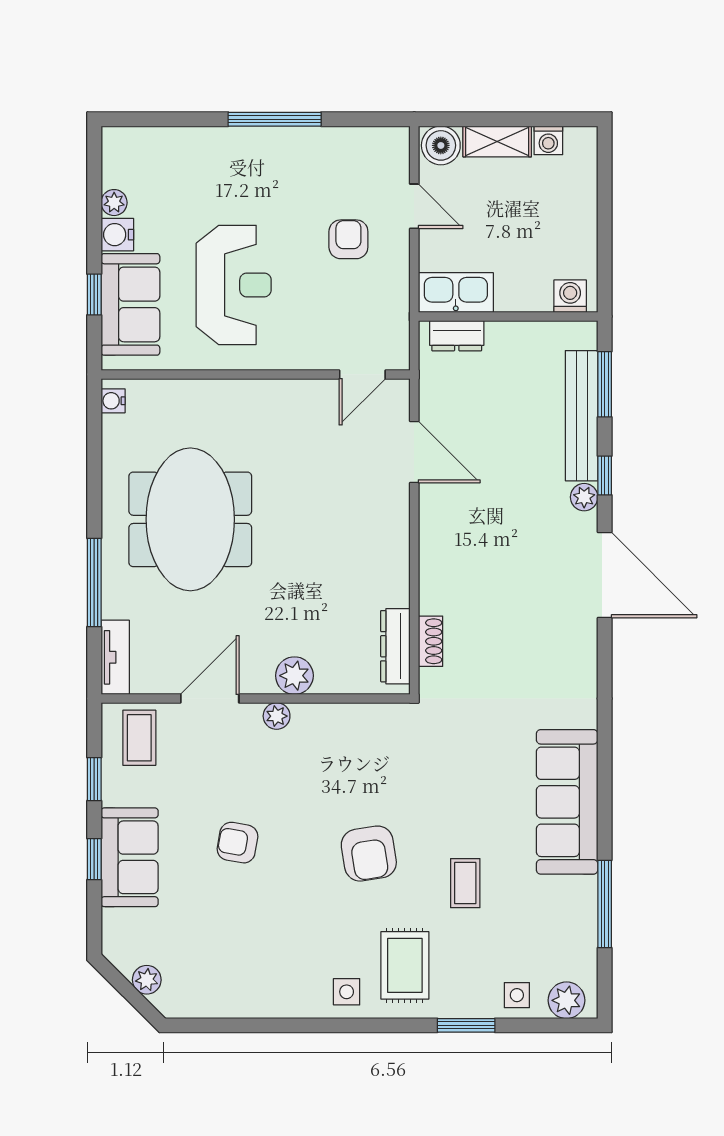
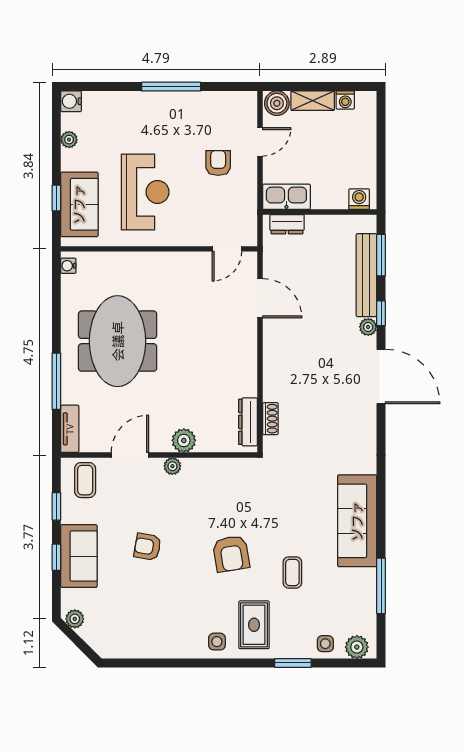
door: (414, 206) -> (260, 142), hinge flipped
water cooler: (117, 235) -> (71, 101), moved
plant: (147, 980) -> (75, 619), moved

